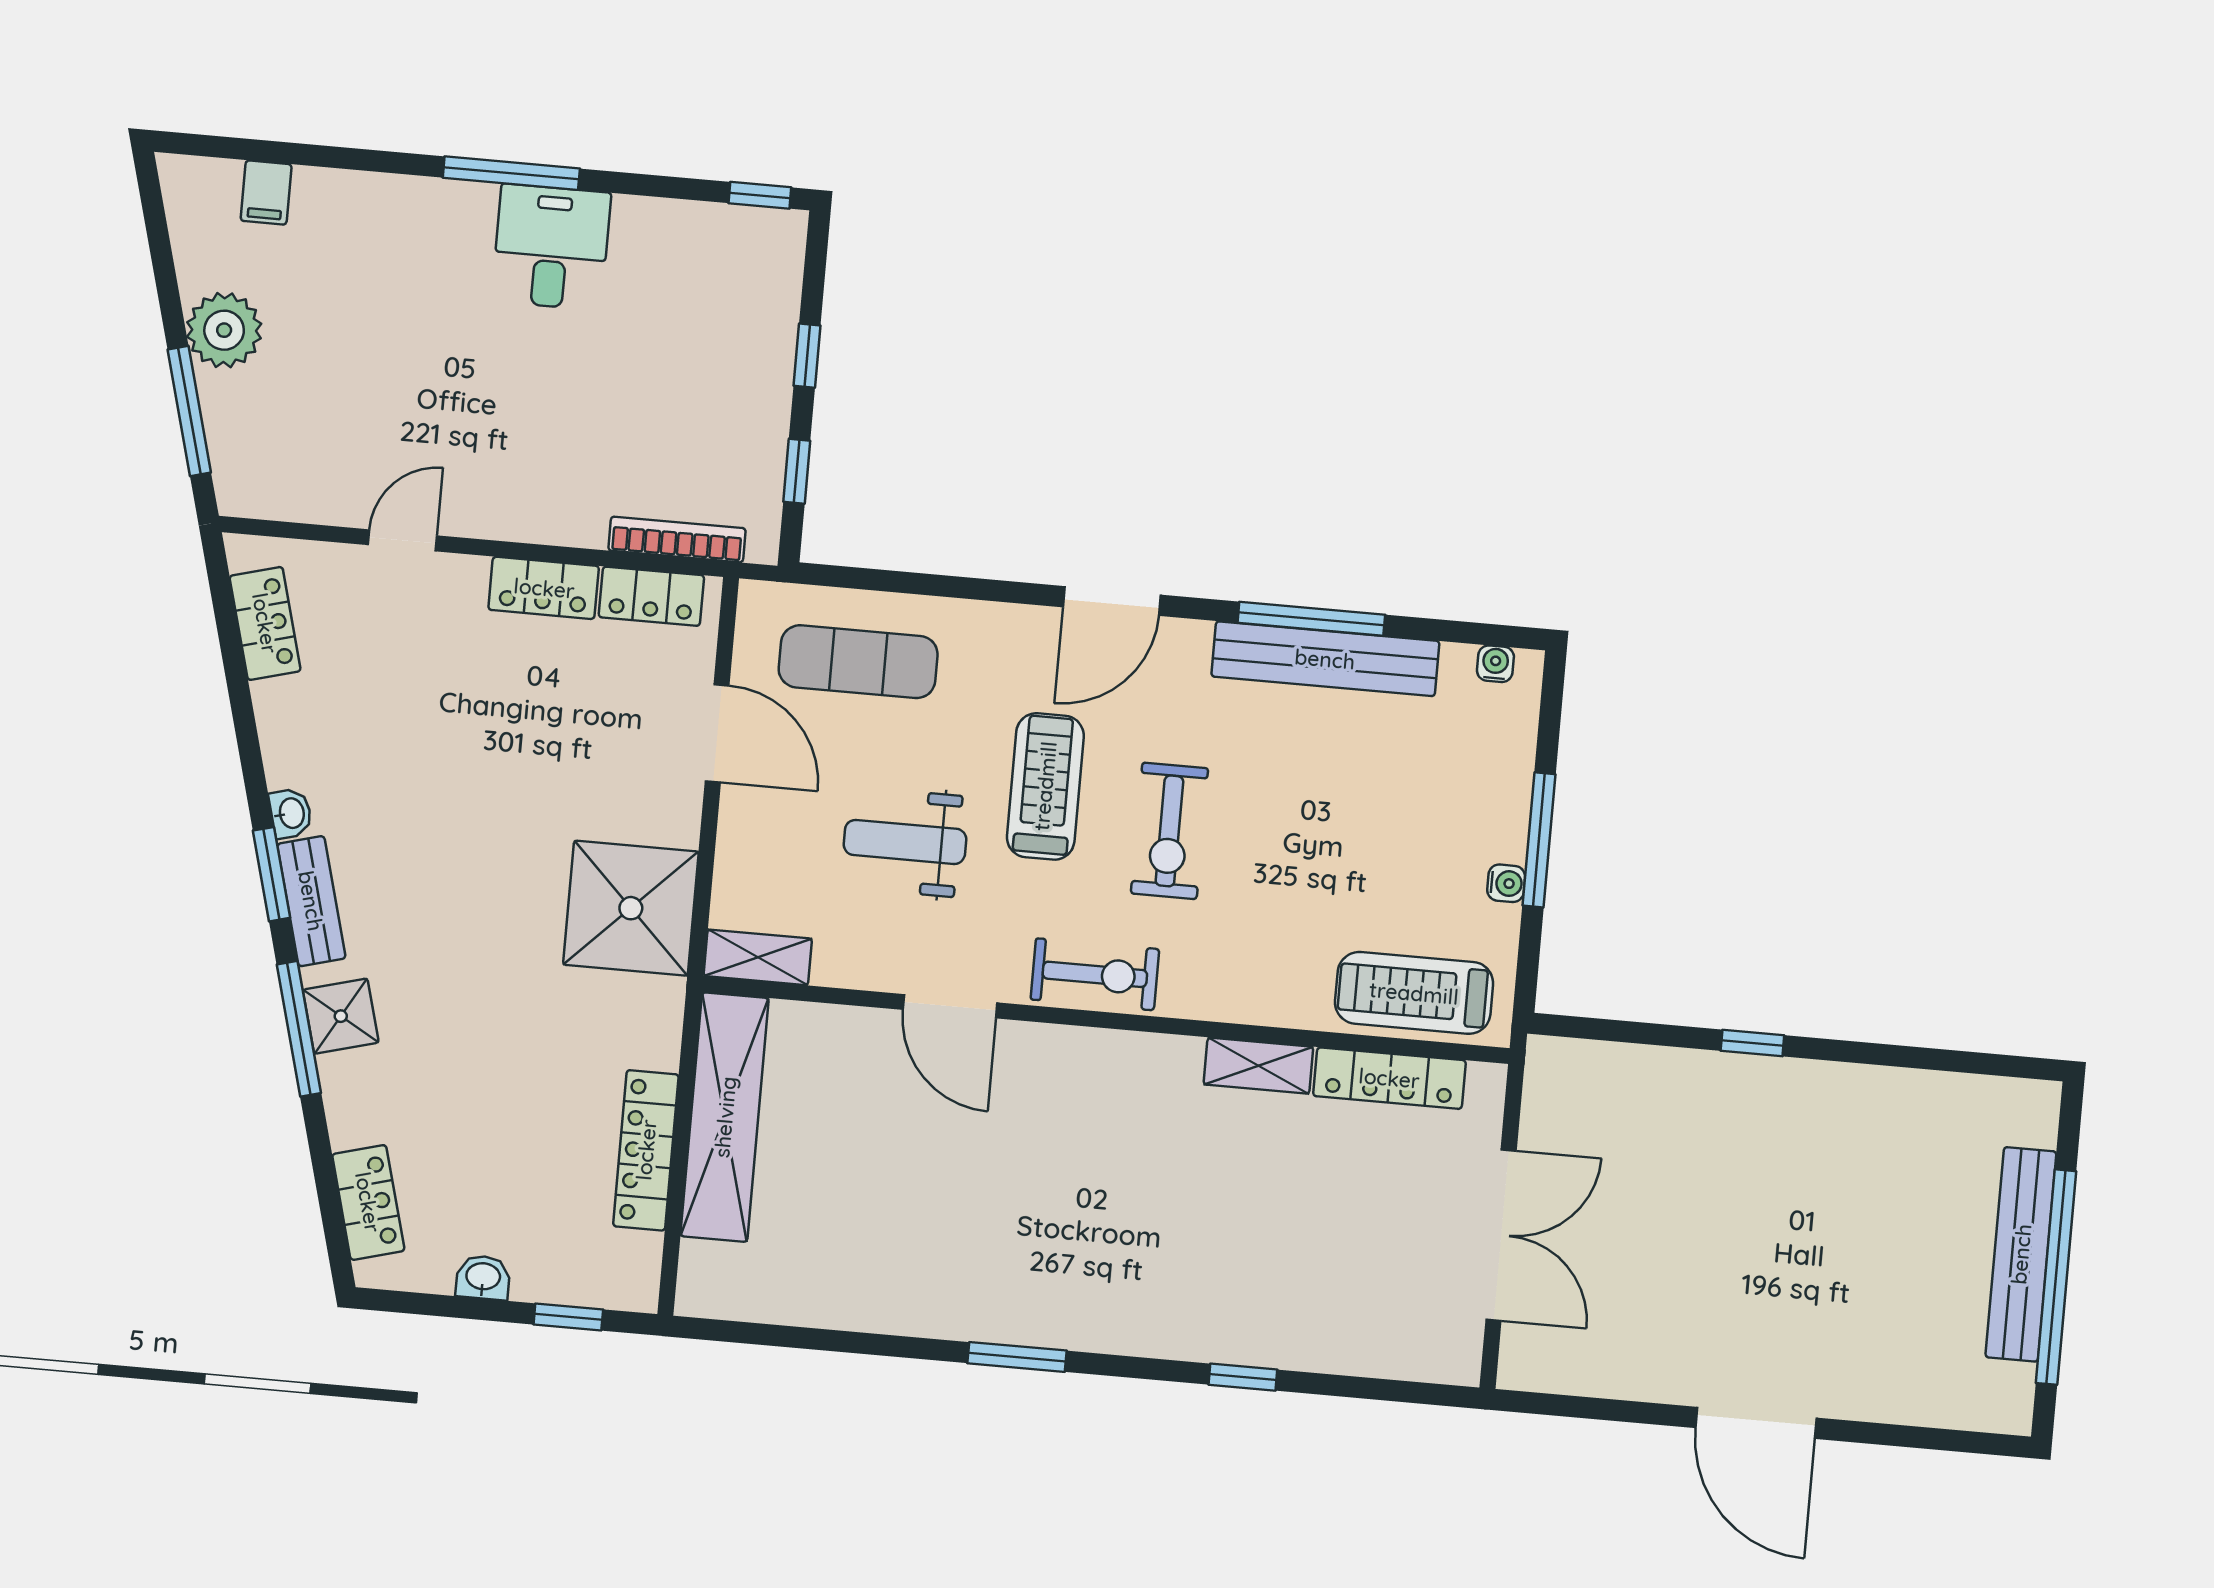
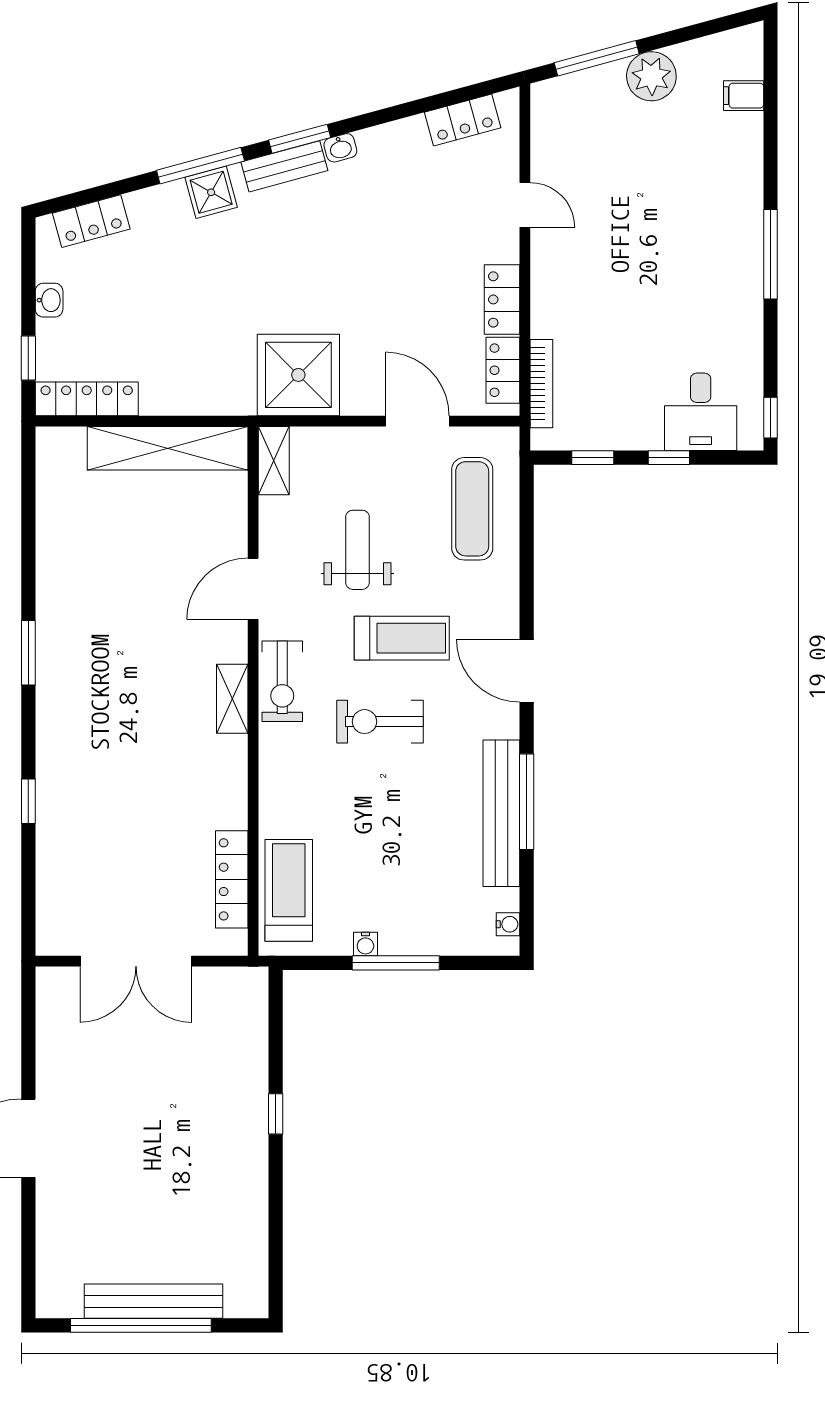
desk: (551, 247) -> (701, 412), moved, turned 90
door: (717, 733) -> (417, 421), swing flipped
shelving: (1258, 1066) -> (232, 699), moved
locker: (646, 1150) -> (87, 399), moved

